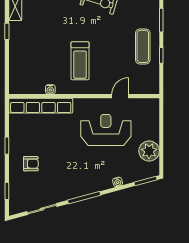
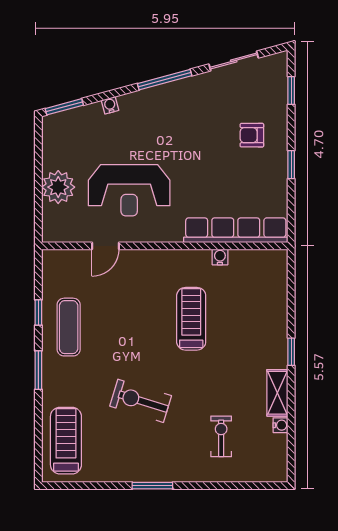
treadmill: (80, 61) -> (191, 319), moved
plant: (149, 151) -> (58, 187), moved

